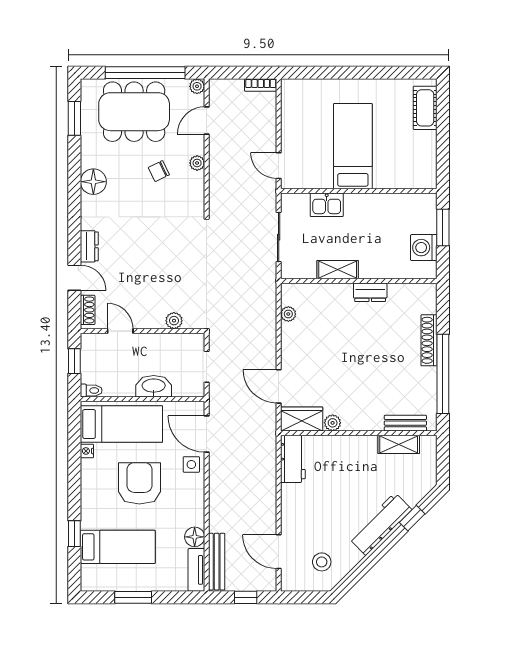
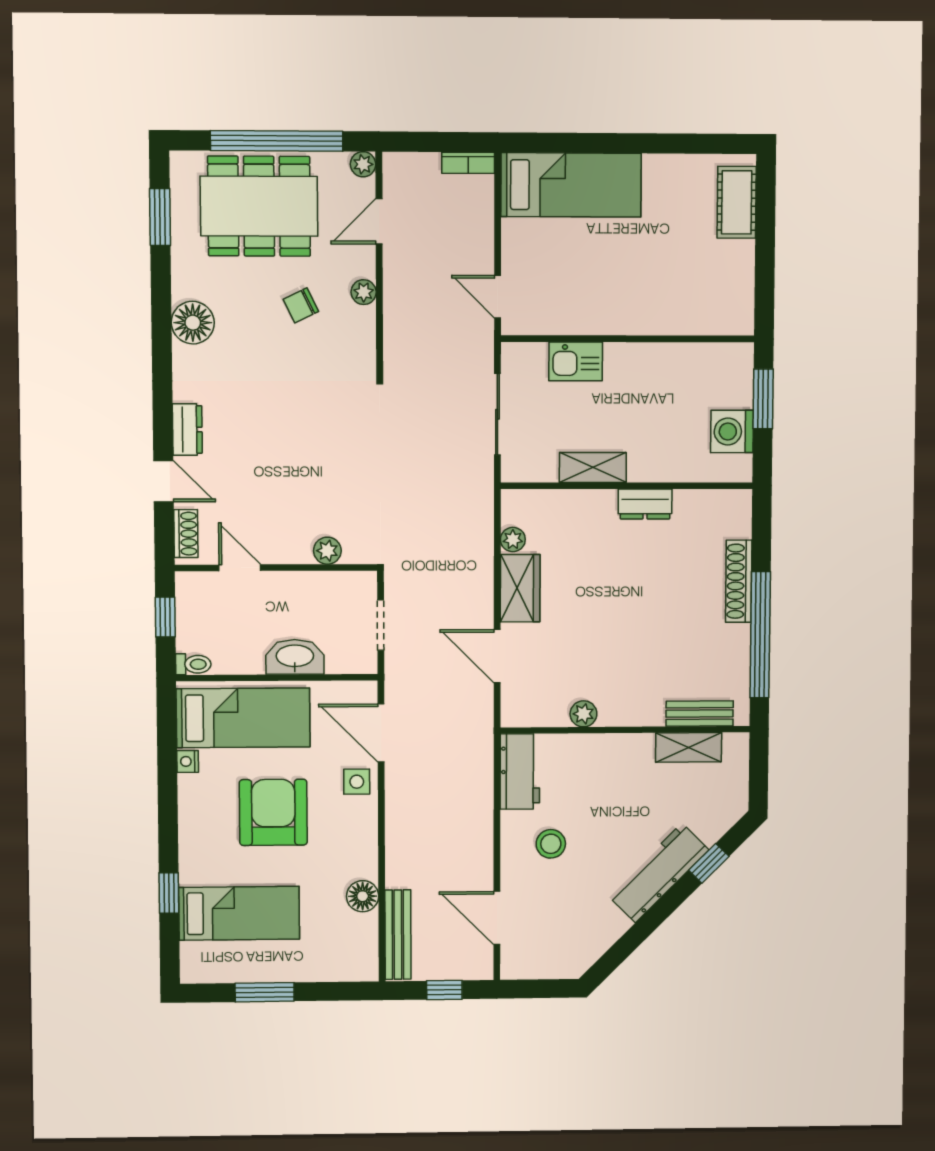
bed: (353, 146) -> (571, 185), moved, turned 90
wardrobe: (302, 419) -> (520, 588), moved, turned 90
stool: (322, 562) -> (551, 844), moved
tv unit: (196, 570) -> (366, 948), removed

